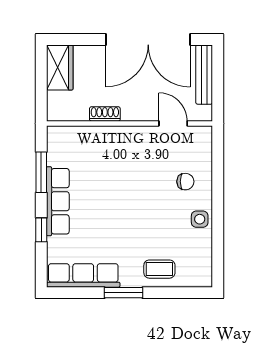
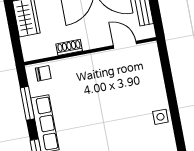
chair: (185, 182) -> (43, 73), moved

